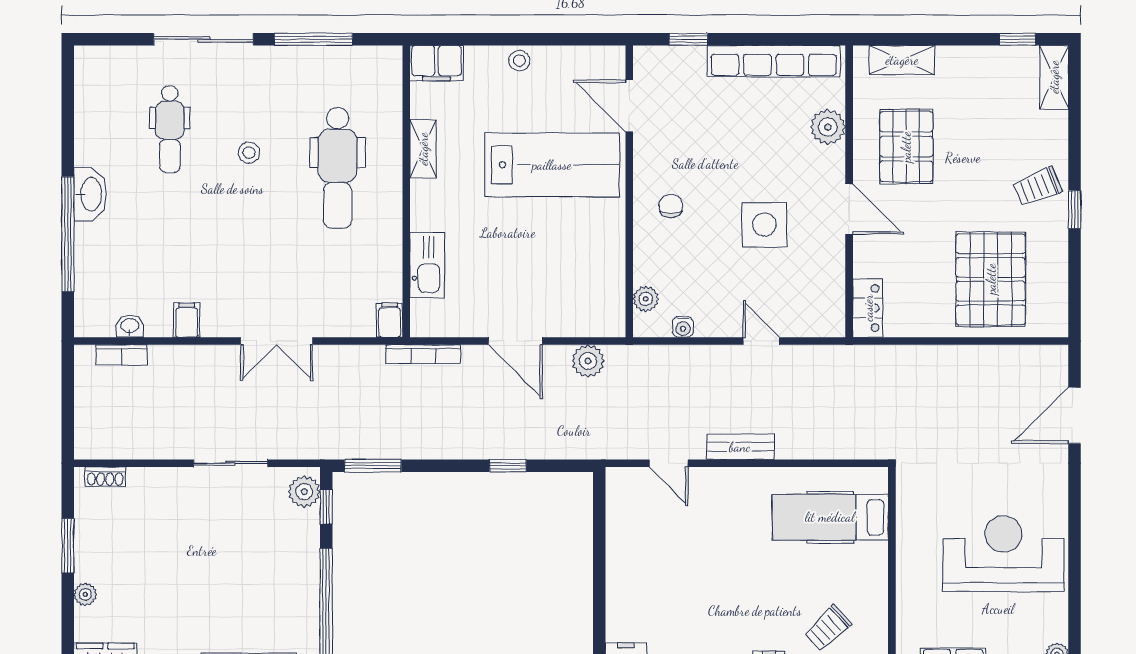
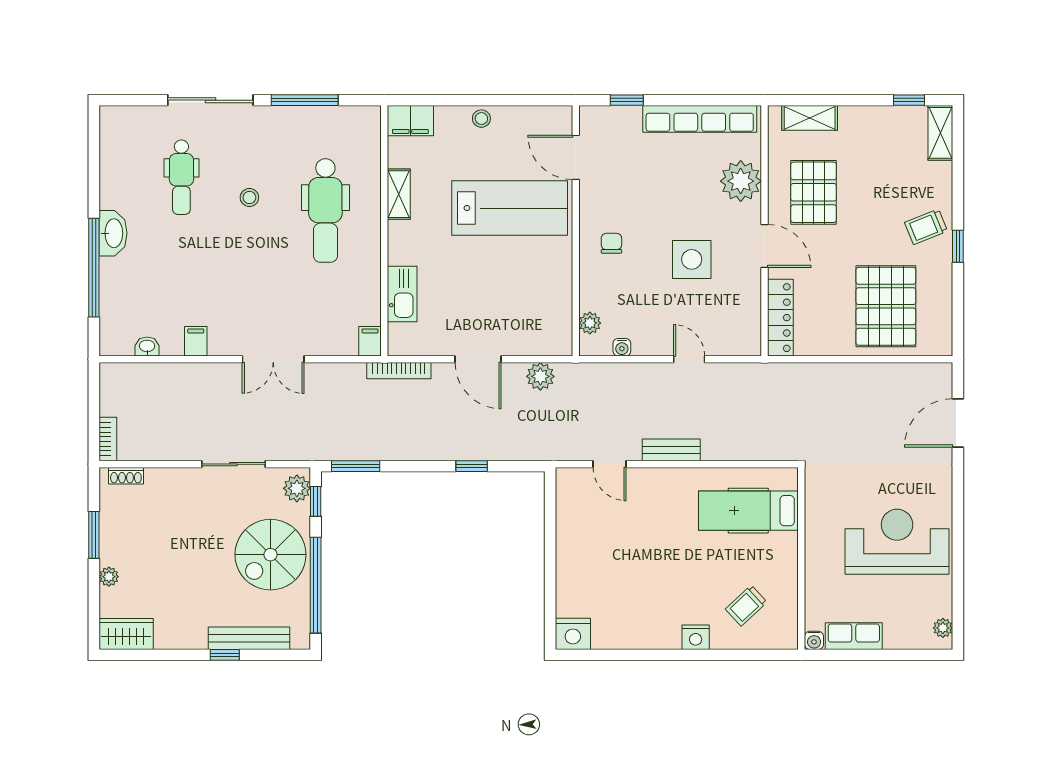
plant: (828, 127) -> (741, 181), width x1.36, depth x1.36
locker: (868, 308) -> (780, 318), width x1.53
bookcase: (122, 355) -> (108, 439), moved, turned -90
spiral stairs: (274, 569) -> (270, 555), added

